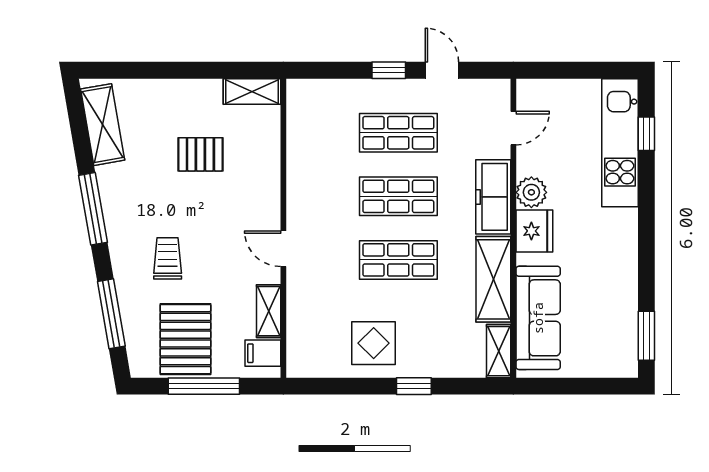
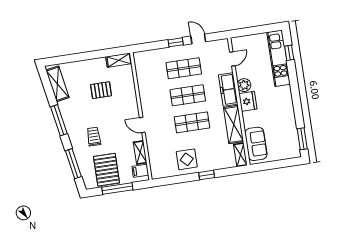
sofa: (538, 318) -> (256, 144), width x0.73

